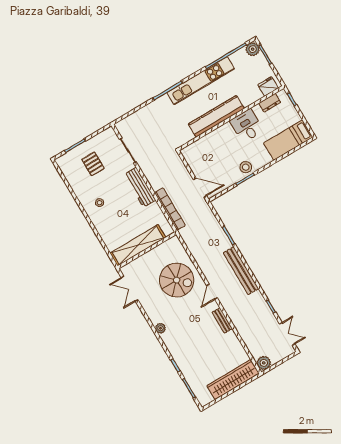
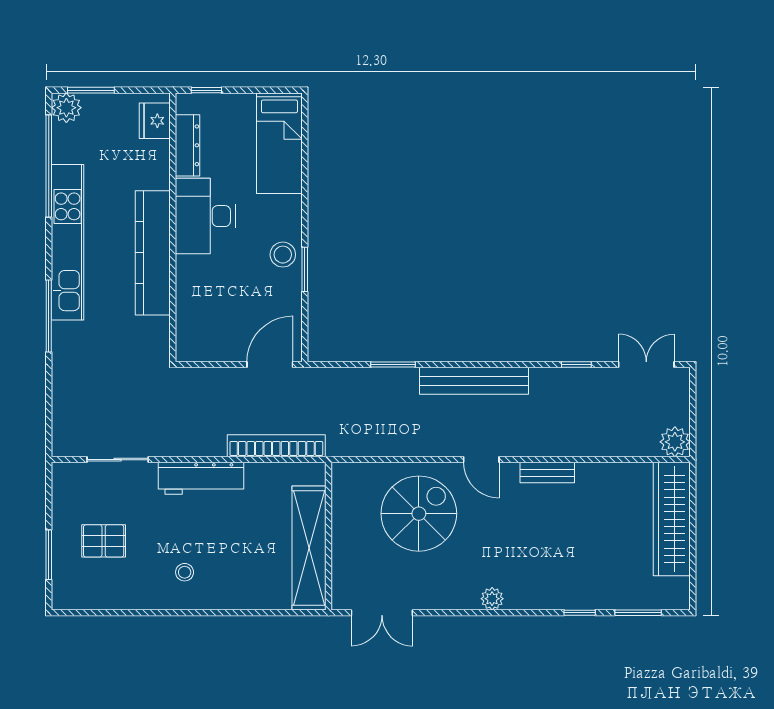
dresser: (270, 103) -> (187, 145), width x1.44
desk: (247, 126) -> (205, 216), width x1.37

